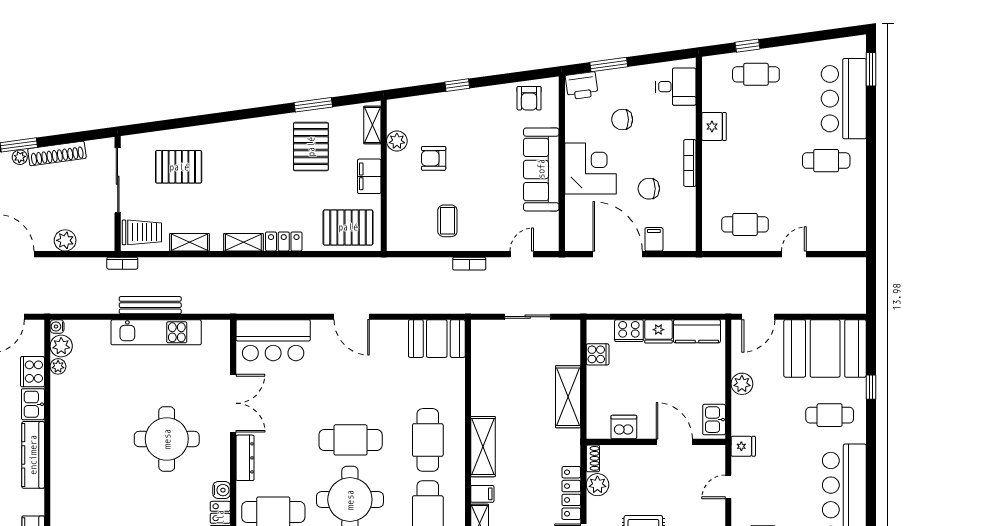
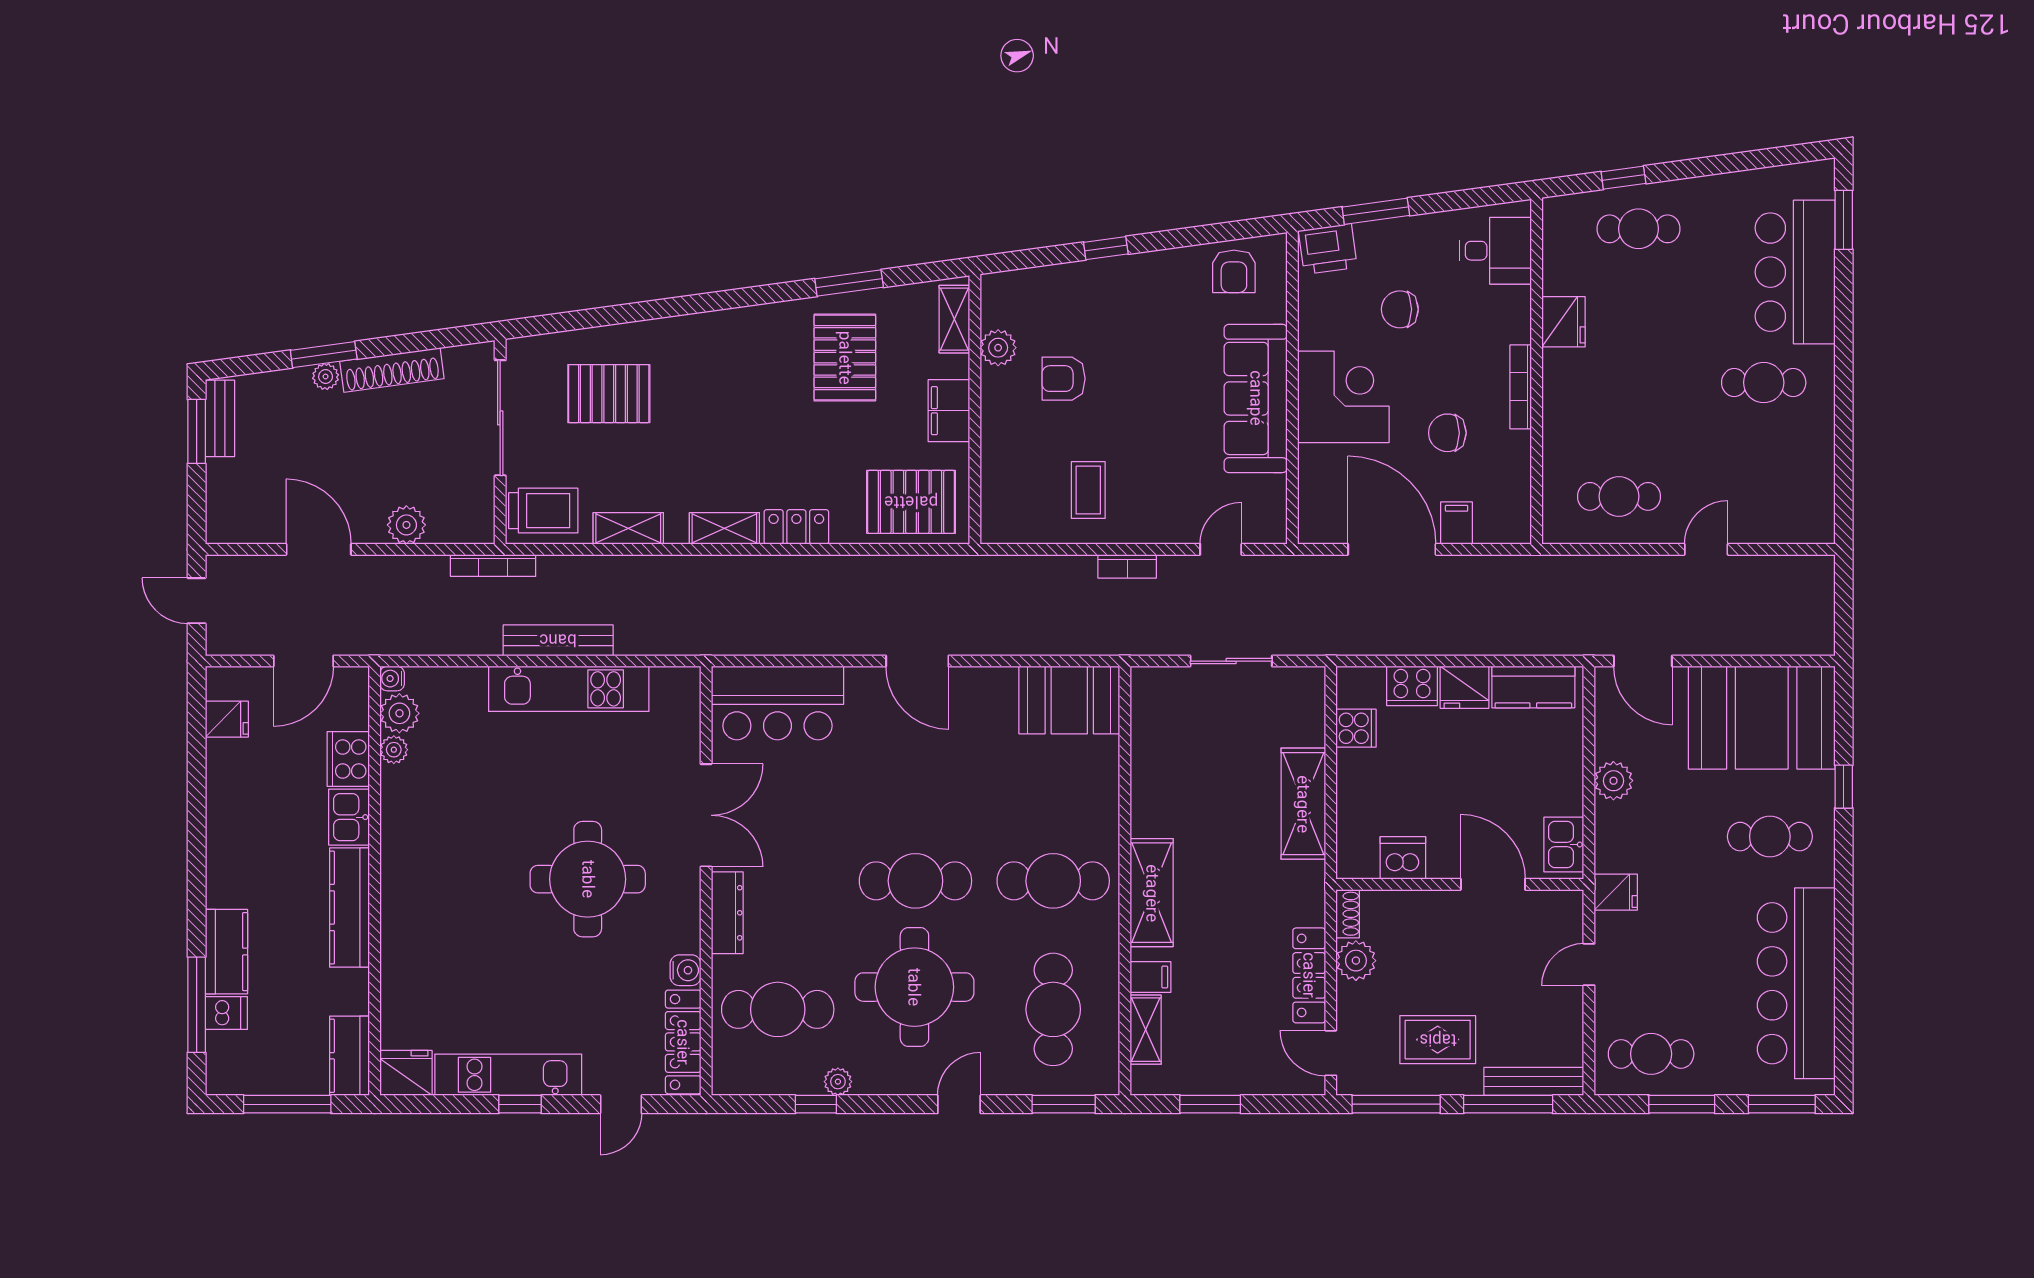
bookcase: (122, 263) -> (493, 565), width x1.56
door: (758, 317) -> (1643, 661), hinge flipped
cafe table: (428, 440) -> (1053, 881), turned 90

